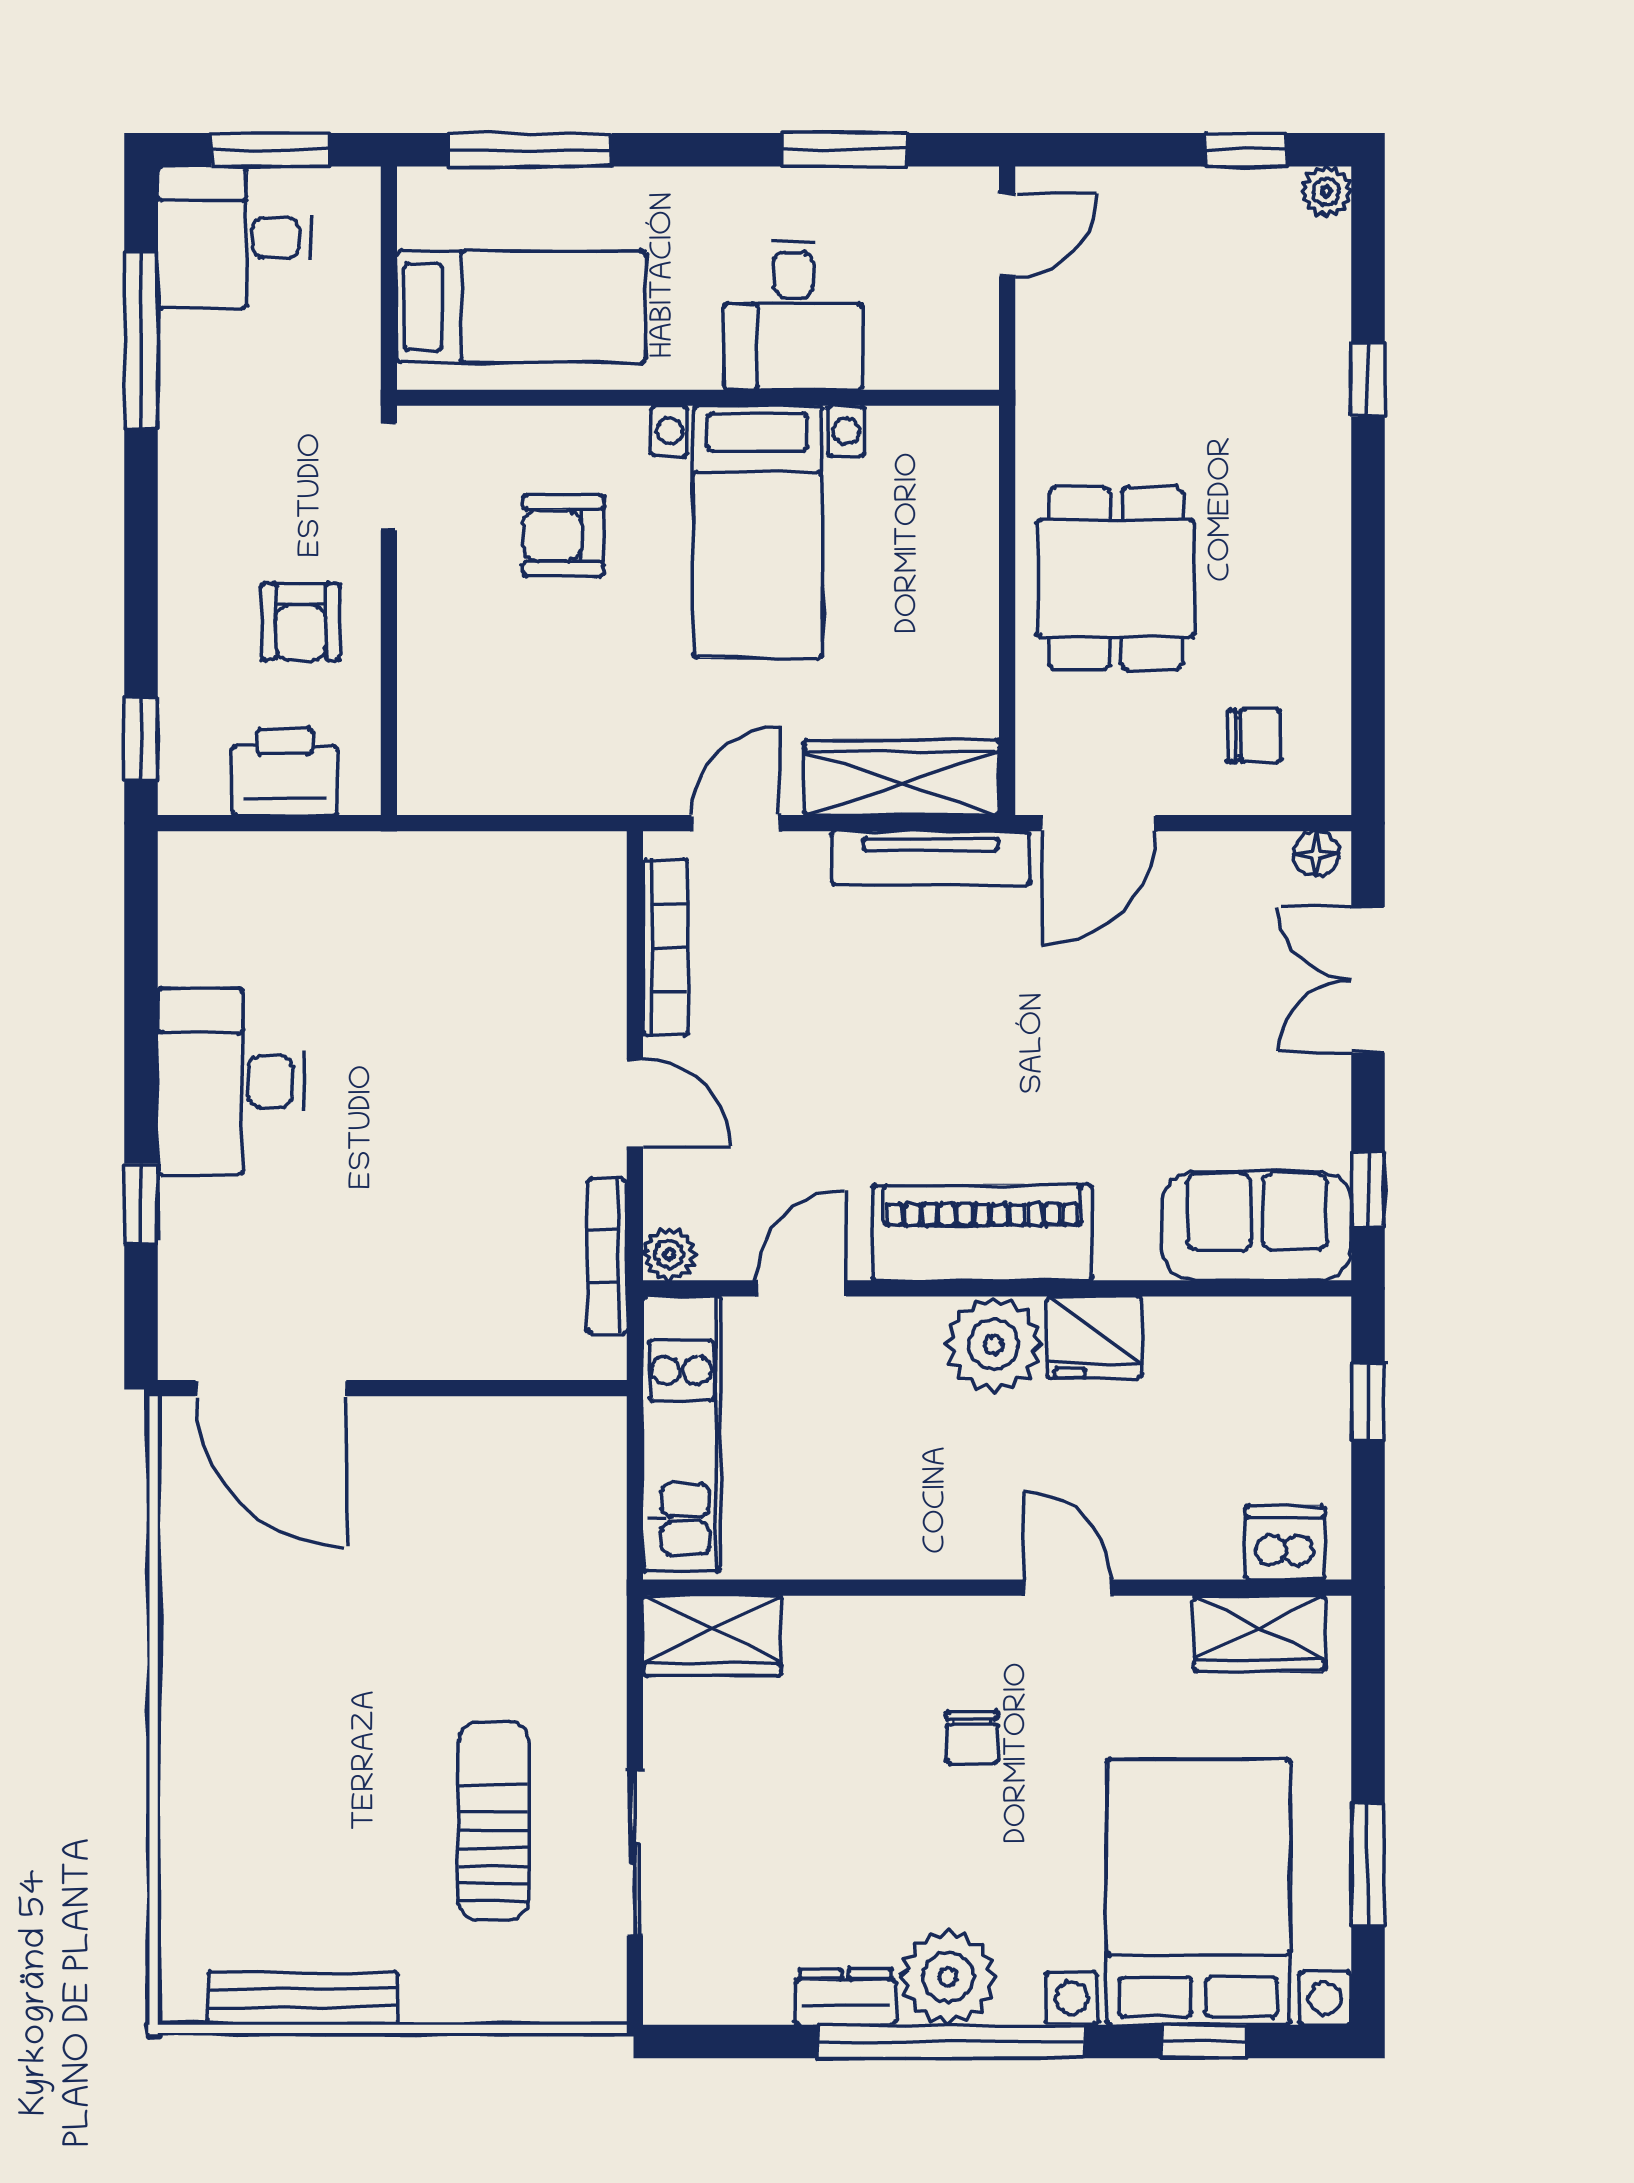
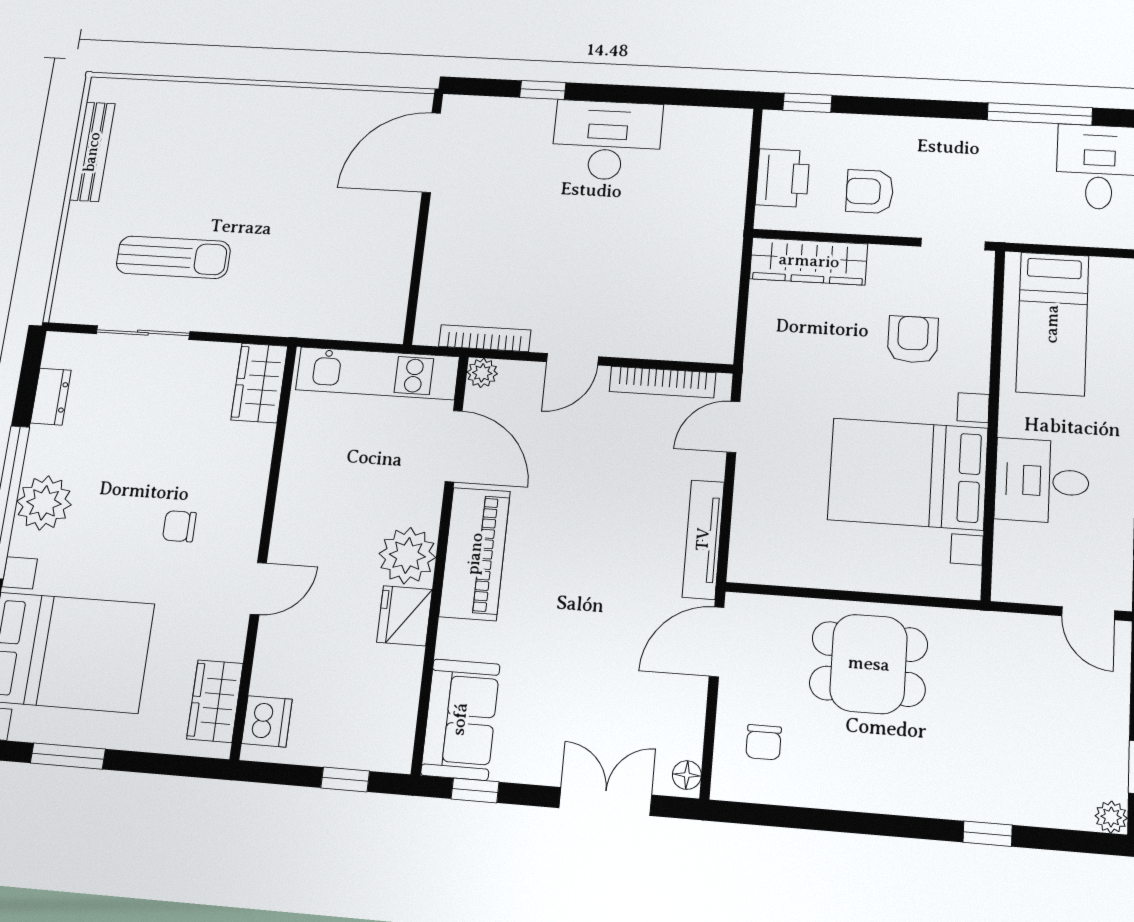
bed with nightstands: (758, 532) -> (908, 474), width x1.36
wardrobe: (902, 777) -> (809, 261), moved, turned 90
door: (736, 823) -> (733, 427), swing flipped
door: (1099, 823) -> (717, 642), hinge flipped
door: (801, 1288) -> (454, 446), width x1.38
dresser: (845, 1997) -> (51, 397), moved

